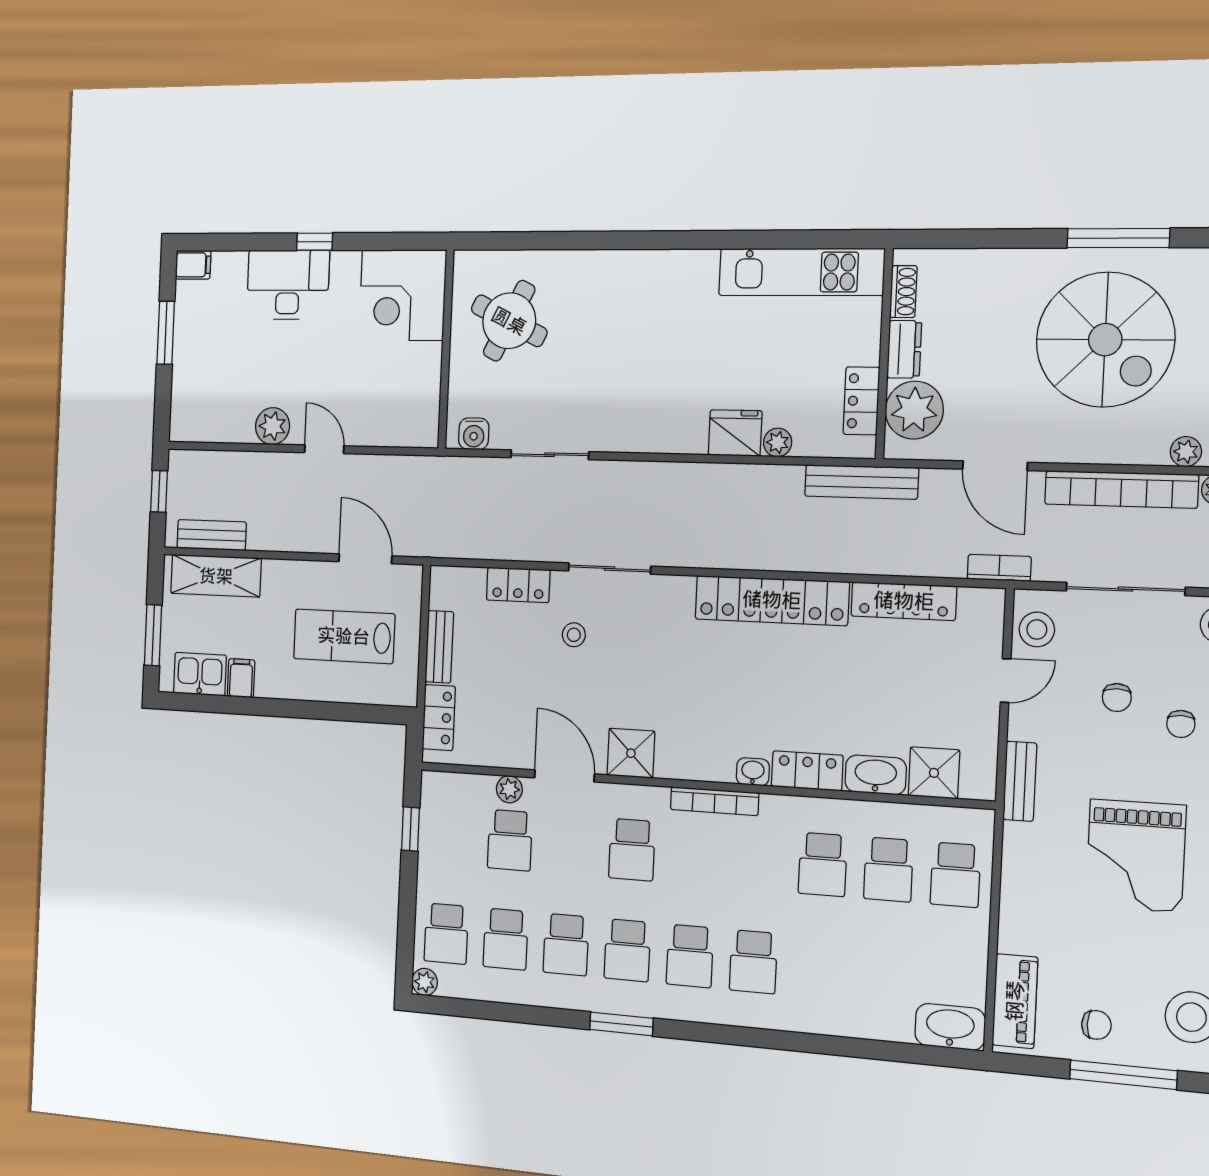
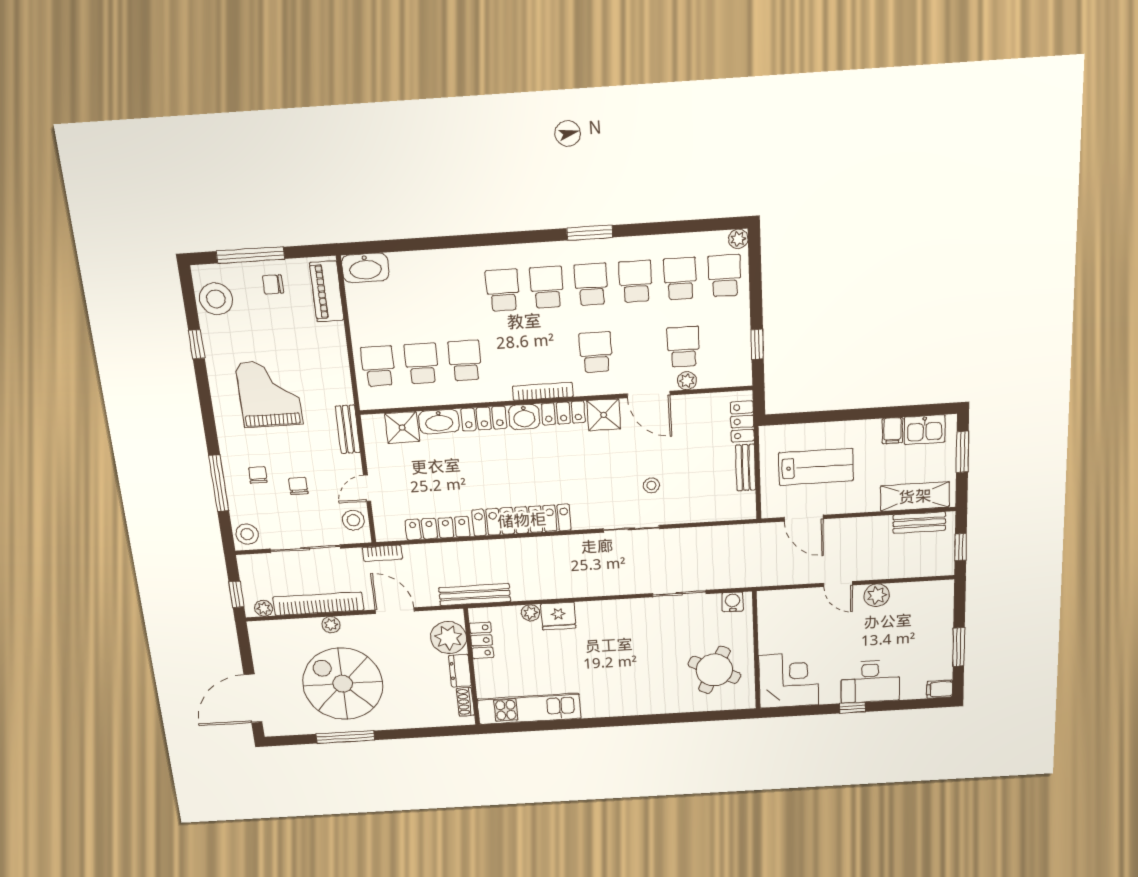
plant: (1186, 452) -> (331, 625), moved
locker: (518, 585) -> (563, 413), moved, turned 180
washbasin: (753, 772) -> (524, 417), width x1.38, depth x1.45

